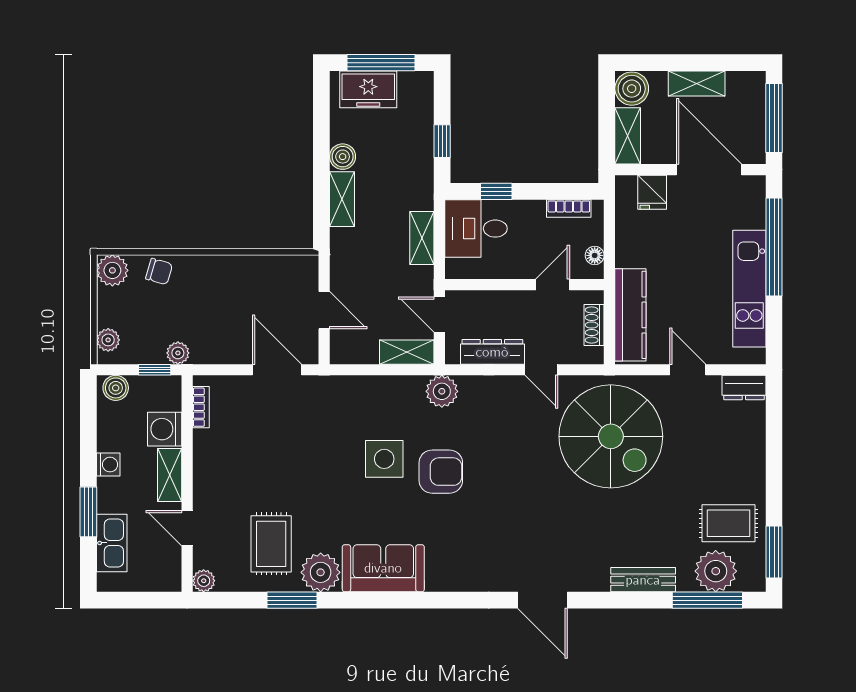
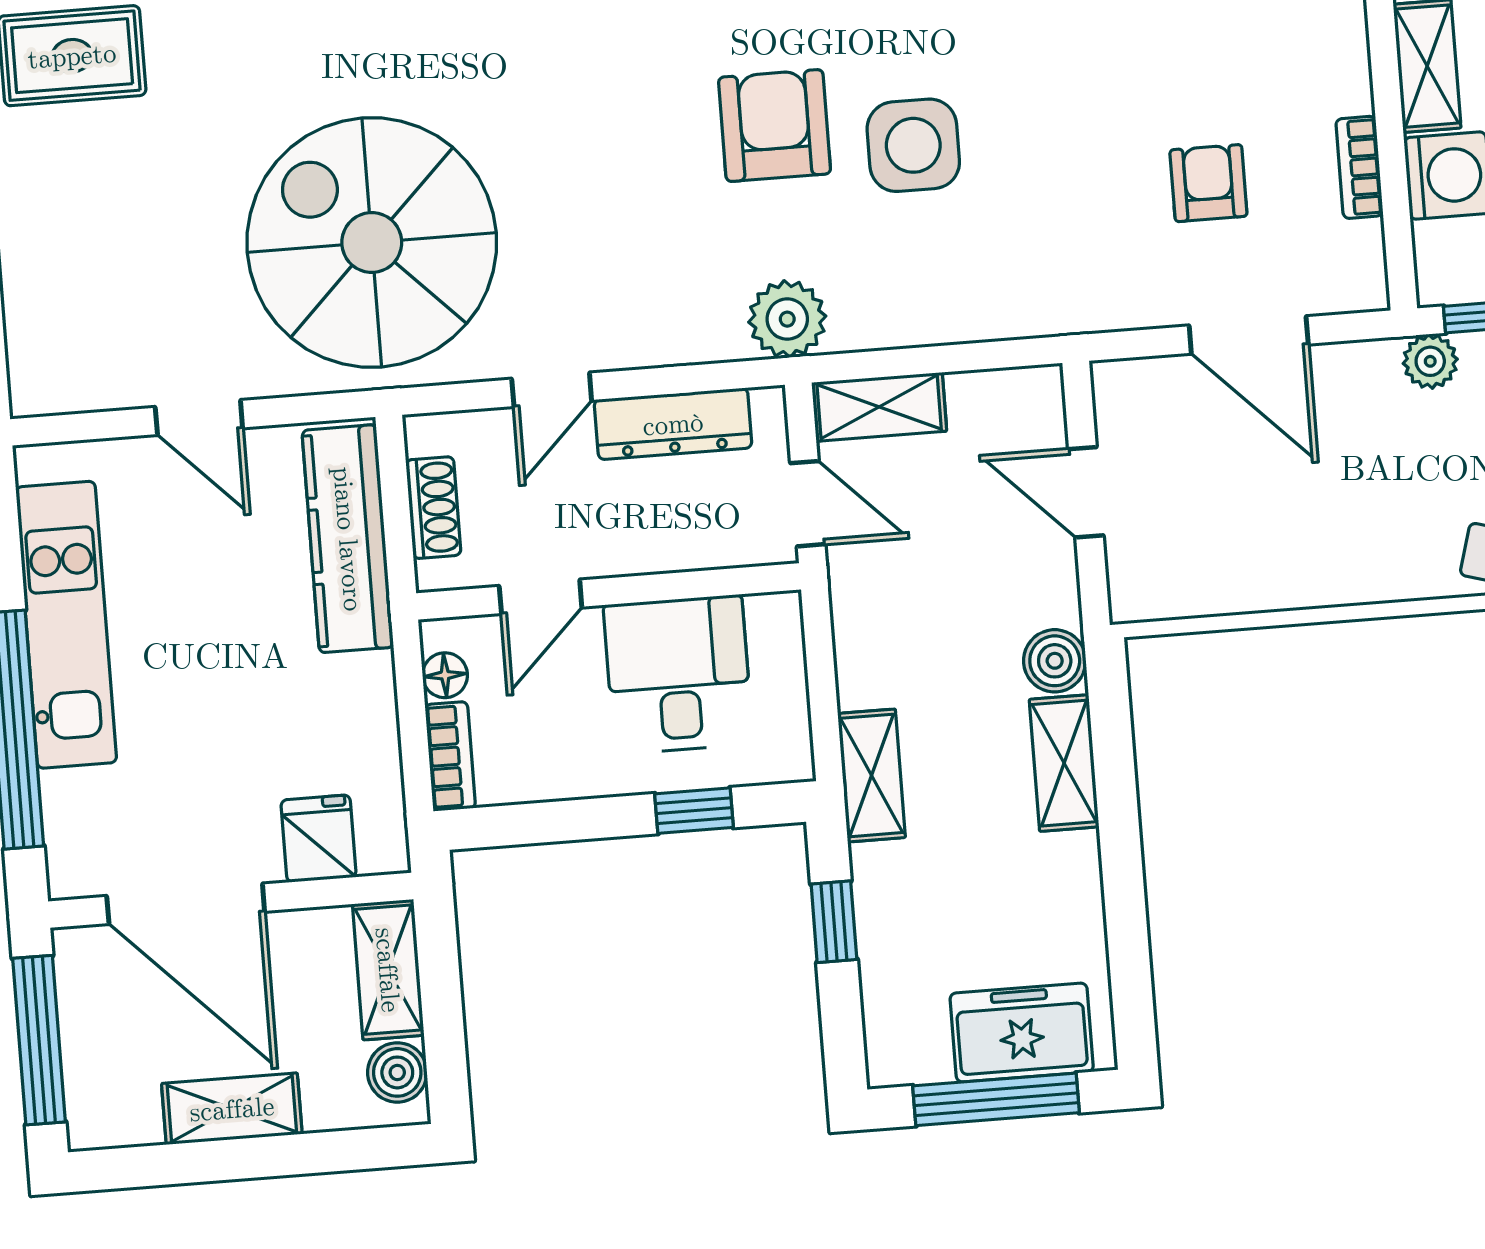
boiler: (632, 89) -> (397, 1072), width x0.73, depth x0.73
boiler: (343, 157) -> (1055, 661), moved
bookcase: (569, 209) -> (450, 756), moved, turned 90
desk: (476, 229) -> (678, 675), moved, turned -90
shelving: (422, 238) -> (872, 775), moved
door: (277, 370) -> (1249, 335), moved
door: (541, 370) -> (552, 390), swing flipped
dresser: (744, 388) -> (60, 385), removed
bookcase: (201, 407) -> (1359, 167), moved
armchair: (264, 434) -> (1208, 183), added
armchair: (441, 472) -> (775, 126), turned 90

